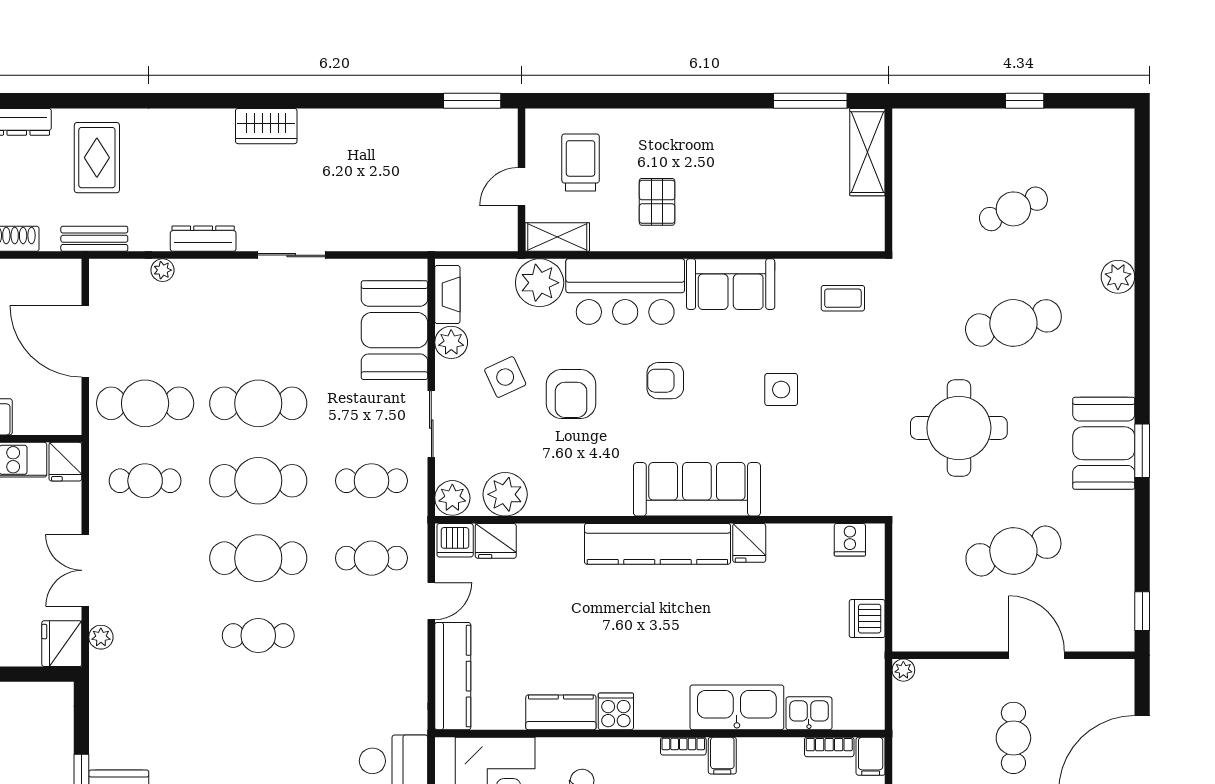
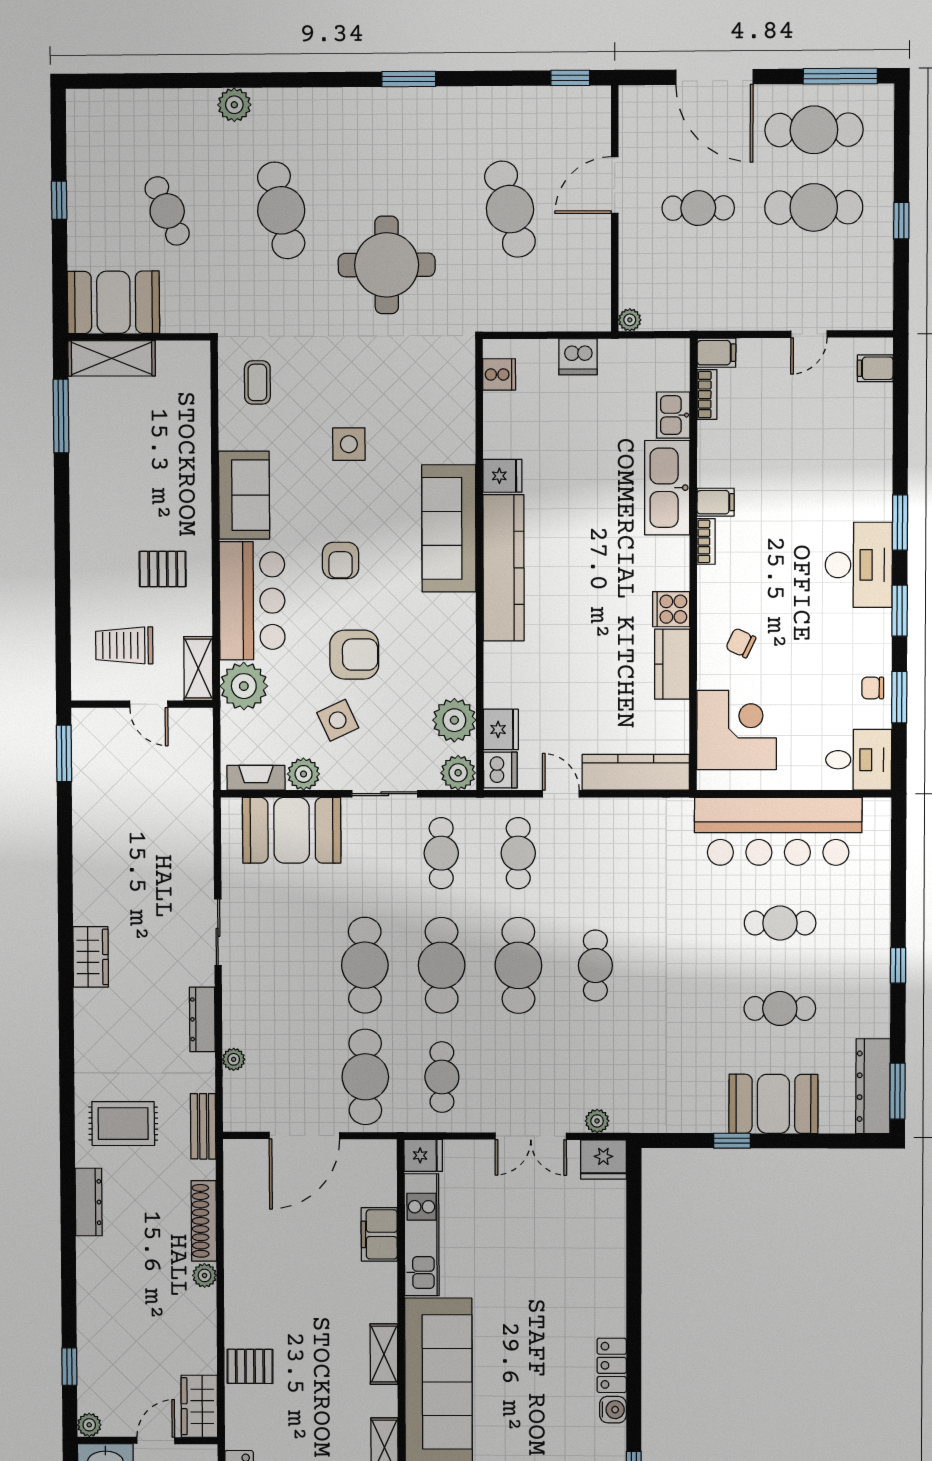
booth: (1104, 443) -> (113, 302), moved

